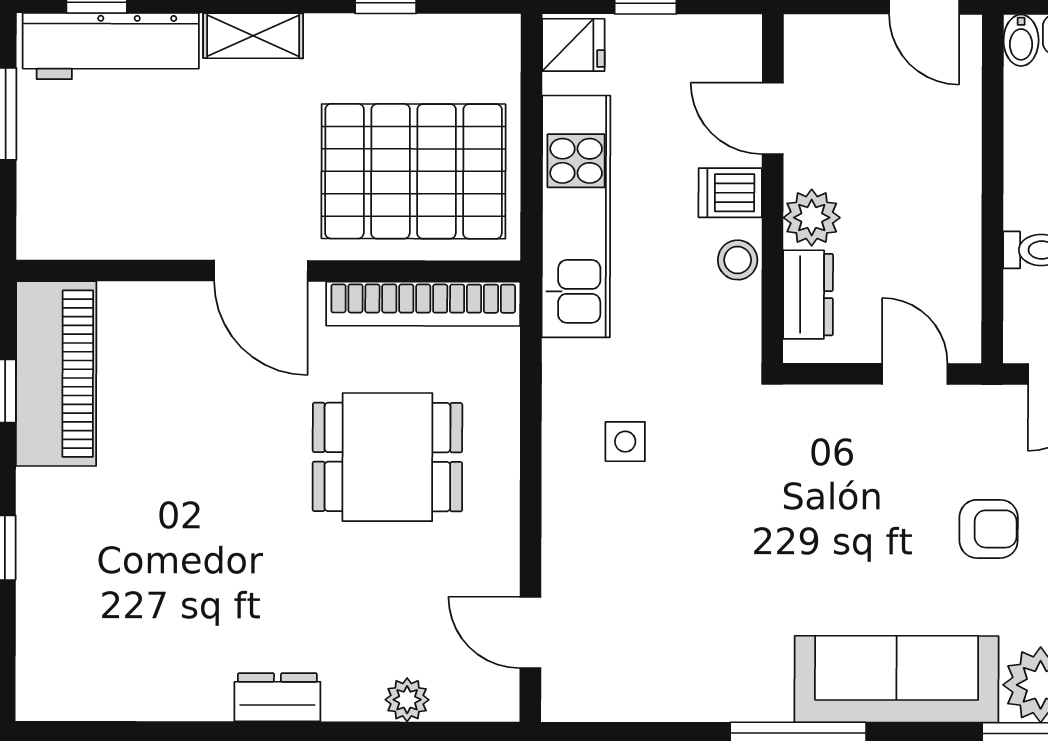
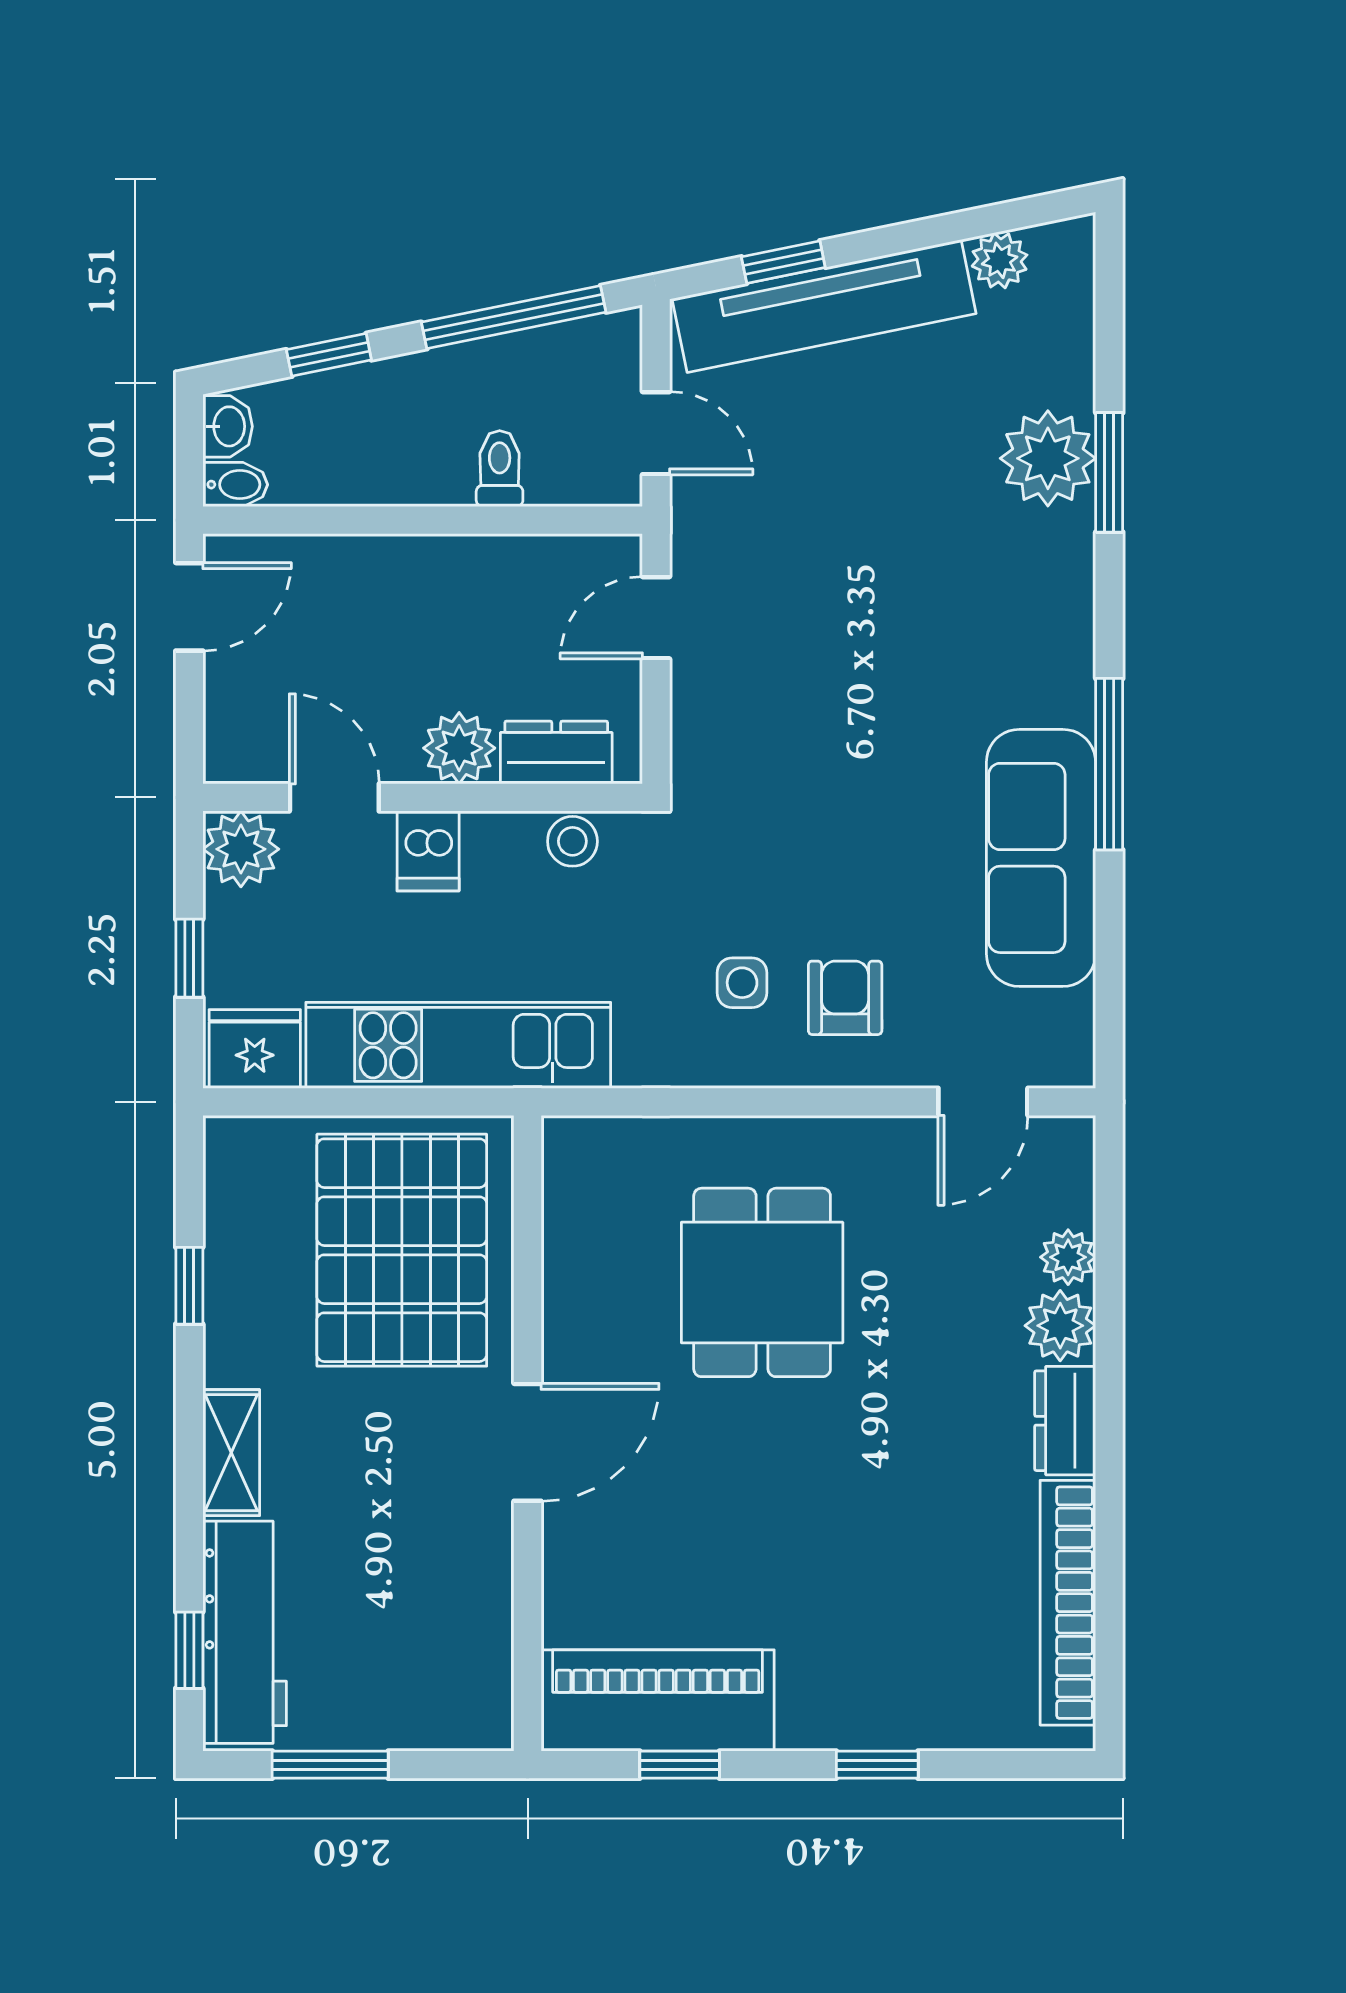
plant: (732, 44) -> (241, 849), added
fridge: (573, 45) -> (255, 1049), width x1.38
door: (773, 118) -> (334, 797), swing flipped
stool: (738, 260) -> (572, 841), moved
bookcase: (423, 304) -> (1068, 1603), moved, turned 180
armchair: (989, 529) -> (845, 998), moved
sofa: (897, 679) -> (1041, 858), moved
plant: (353, 693) -> (1060, 1326), added

